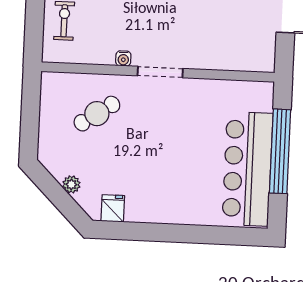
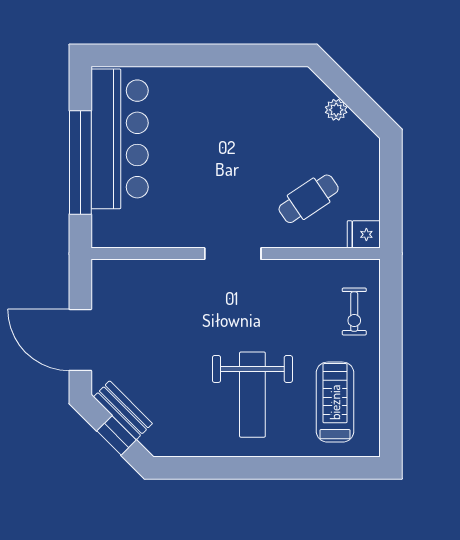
water cooler: (123, 59) -> (279, 268), removed
fridge: (113, 208) -> (364, 234), moved, turned 90

